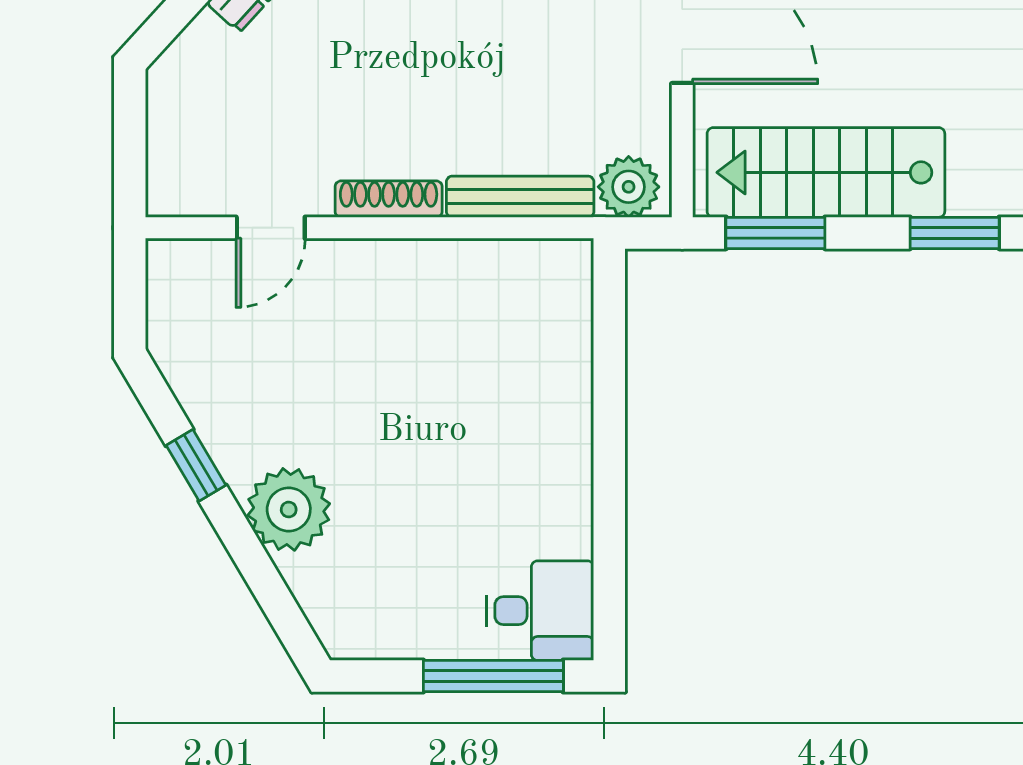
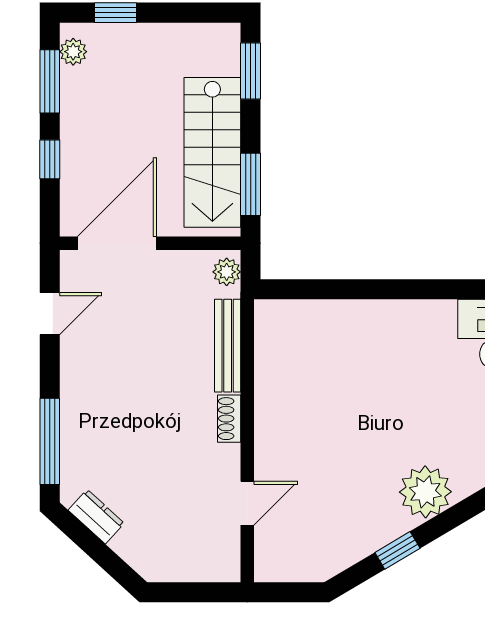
plant: (629, 187) -> (227, 272), width x0.73, depth x0.73
shoe rack: (389, 199) -> (229, 419), width x0.70
door: (271, 228) -> (247, 503), hinge flipped

